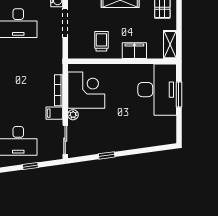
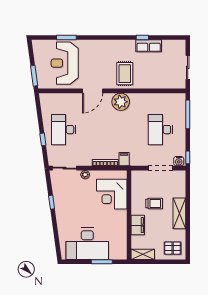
trolley: (101, 41) -> (154, 204), moved
corner desk: (86, 90) -> (112, 194), moved, turned 90
desk: (157, 90) -> (87, 244), moved
filing cabinet: (54, 113) -> (124, 159), moved

